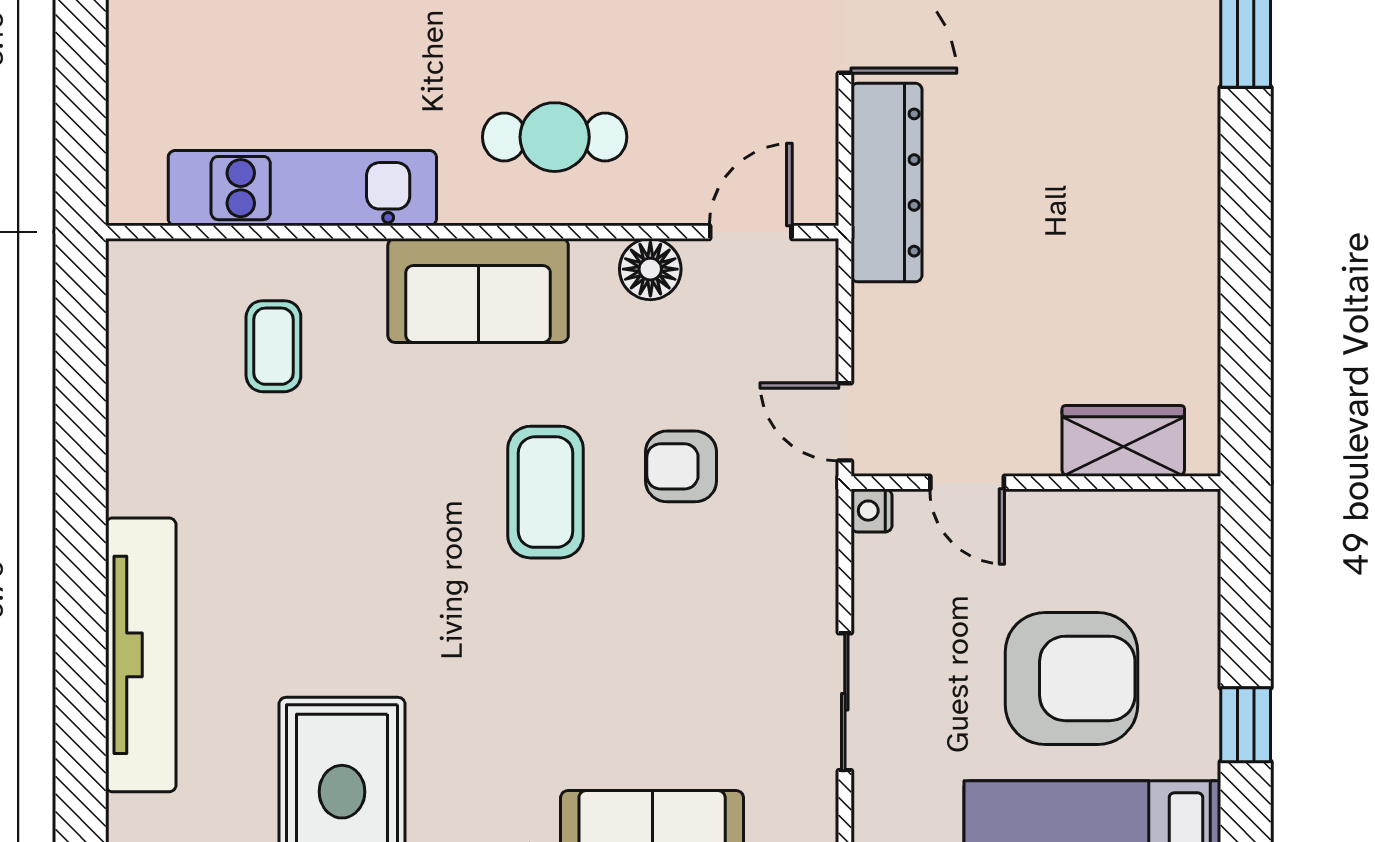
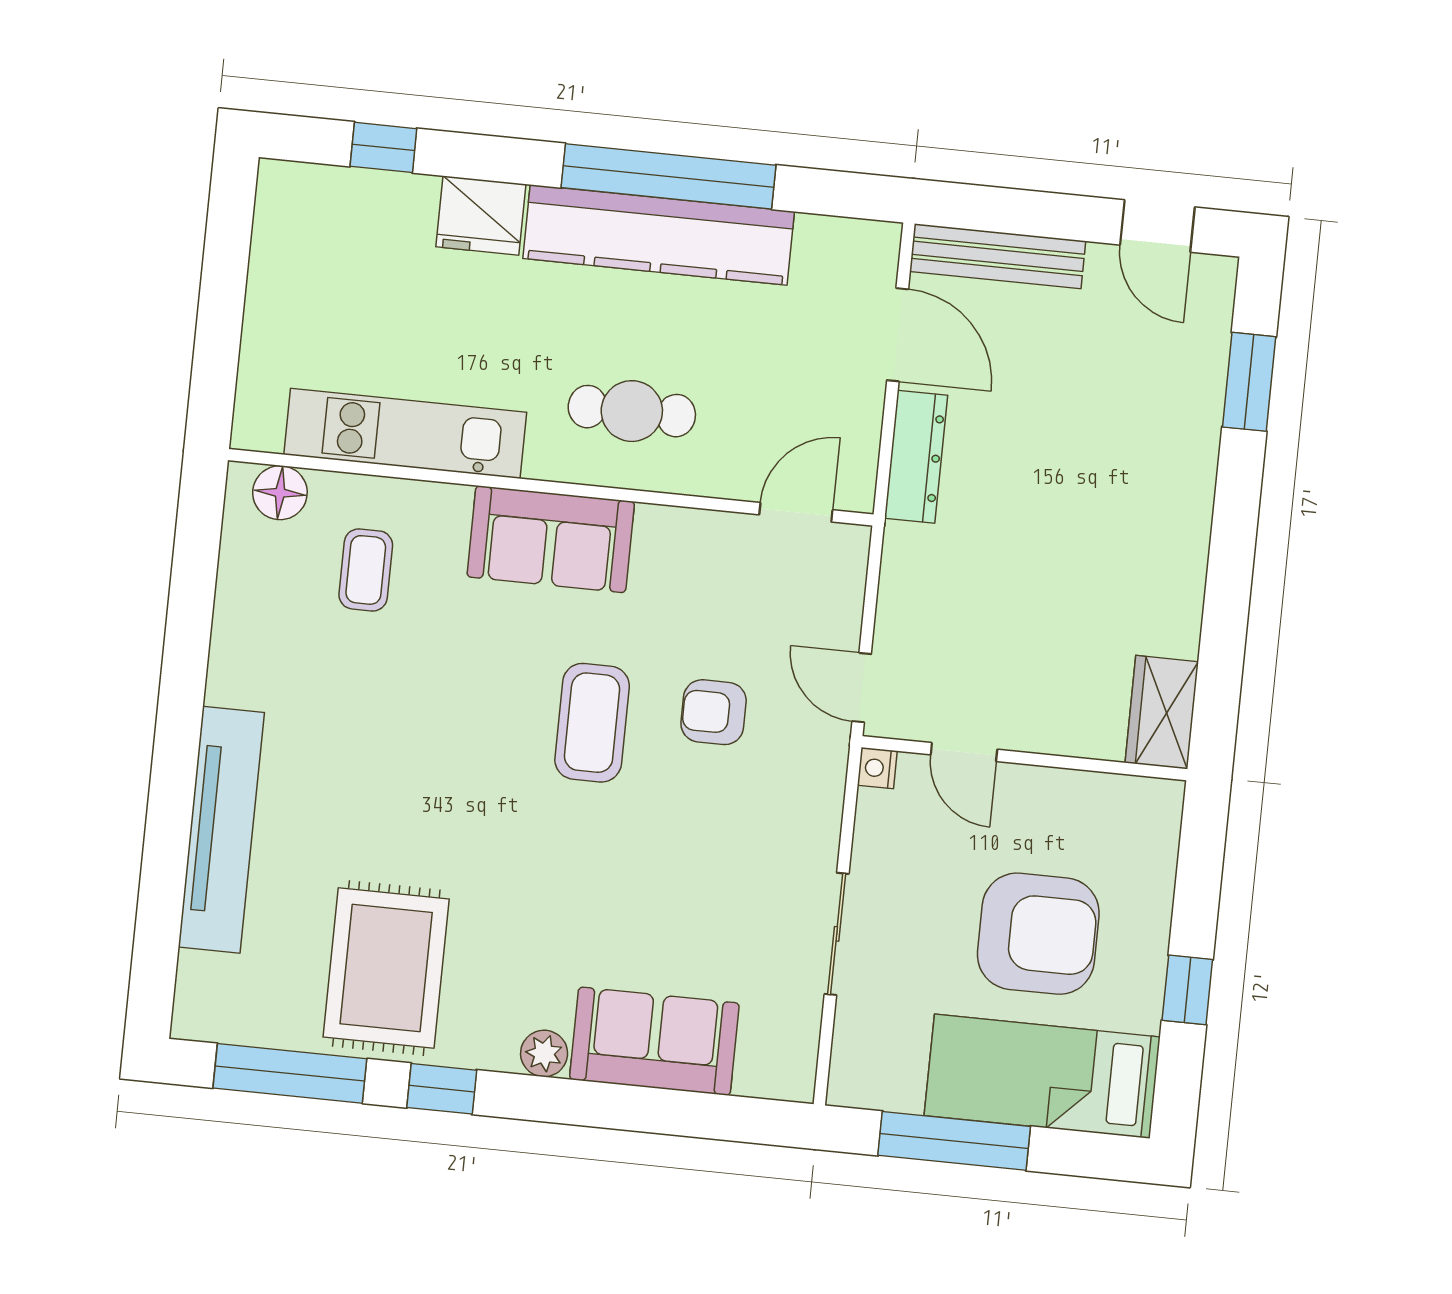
dresser: (887, 183) -> (916, 457), width x0.73, depth x0.80
floor lamp: (650, 269) -> (280, 493), moved
wardrobe: (1123, 441) -> (1162, 712), moved, turned -90

